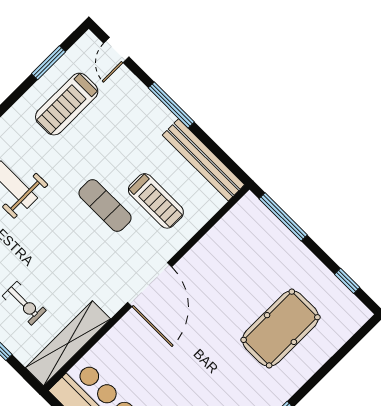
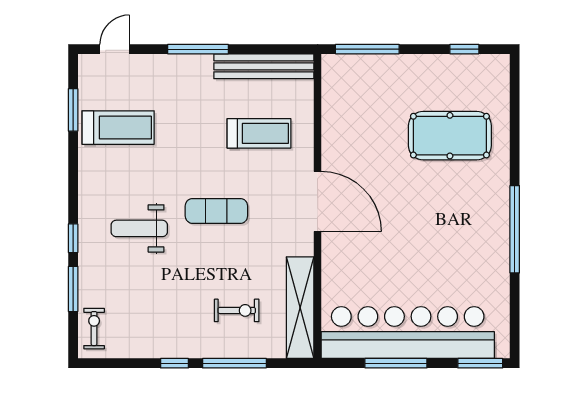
door: (116, 50) -> (115, 49), swing flipped
treadmill: (67, 104) -> (118, 128), turned -90
exercise mat: (105, 205) -> (216, 211), moved
pool table: (280, 329) -> (450, 136), turned 90

